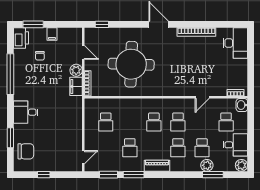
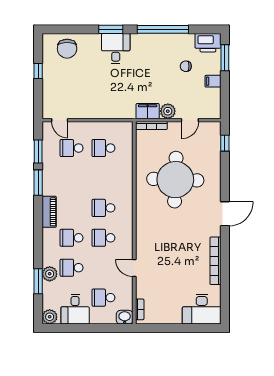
window: (10, 138) -> (111, 29), moved
school desk: (130, 148) -> (72, 148), moved

